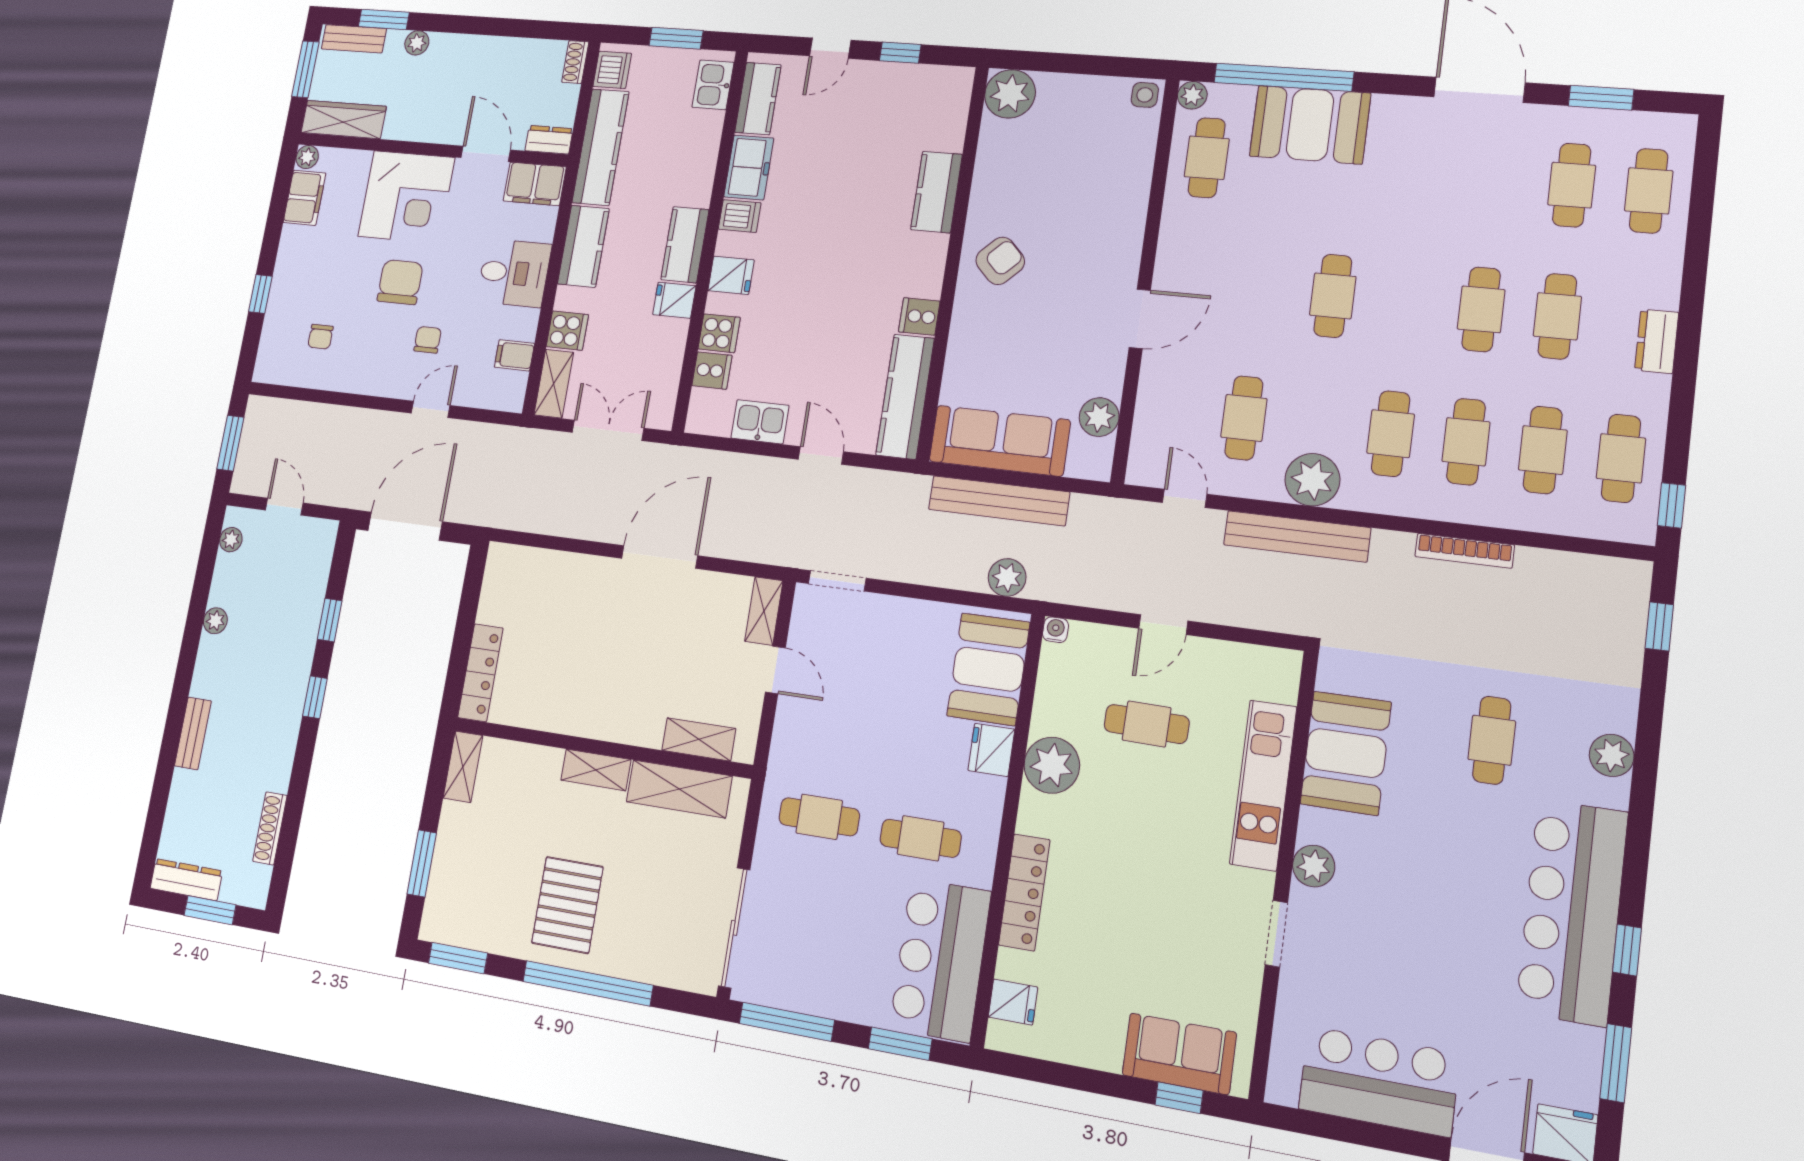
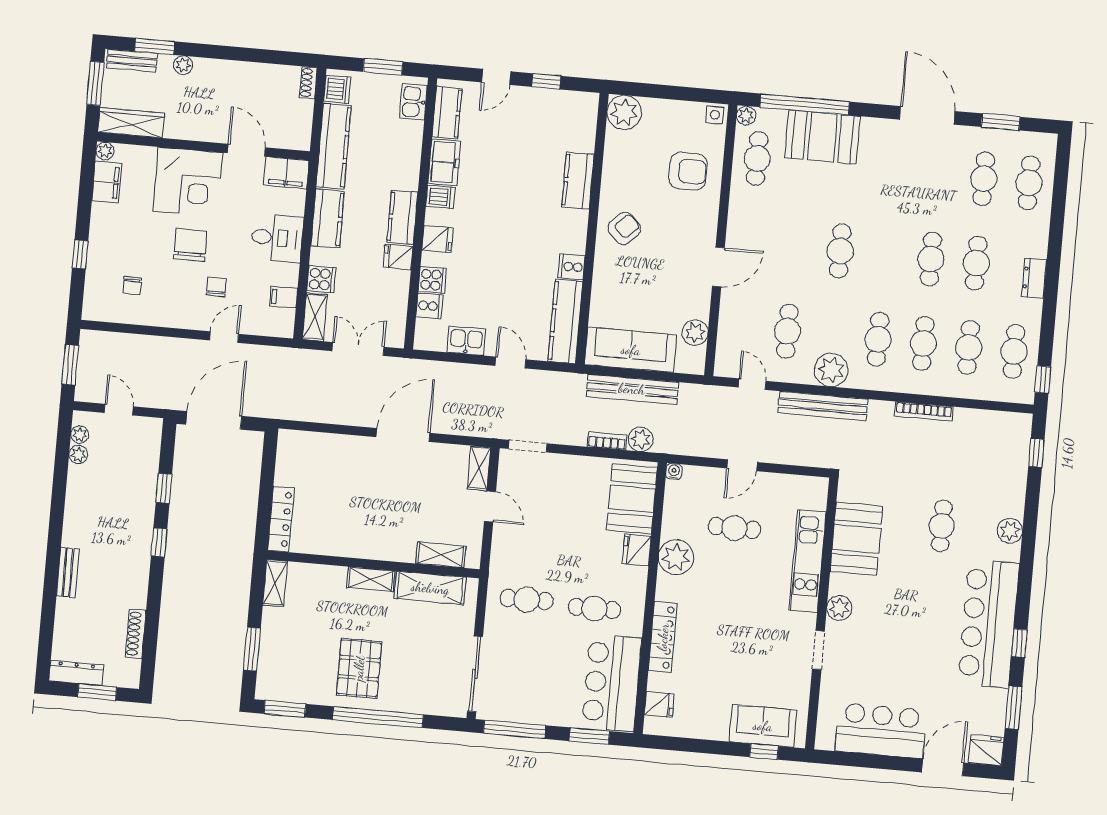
dresser: (549, 140) -> (294, 140), removed
armchair: (1100, 177) -> (688, 171), added
bookcase: (956, 578) -> (607, 441), added
plant: (215, 621) -> (78, 454), moved

